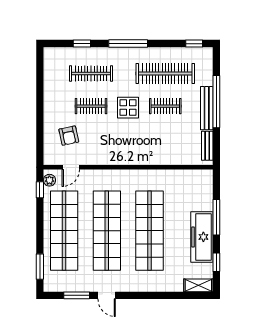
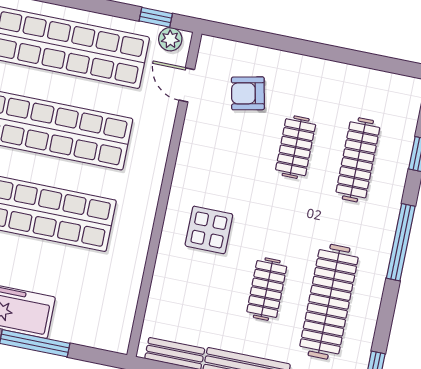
display table: (128, 108) -> (209, 230), moved

